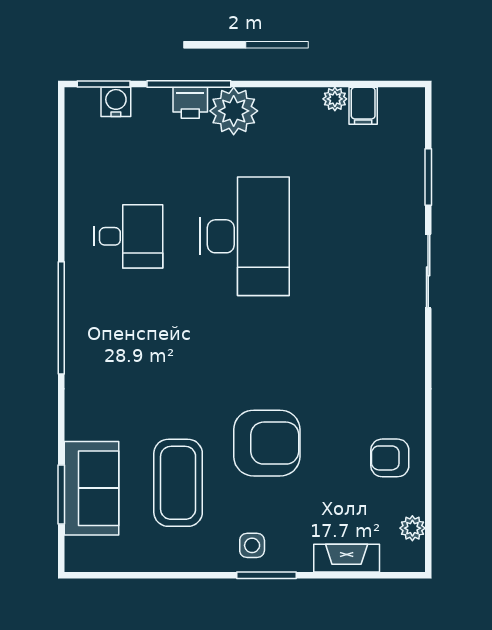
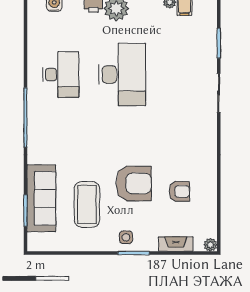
desk: (128, 236) -> (61, 75), width x1.37
armchair: (390, 458) -> (179, 191), moved, turned 180
sofa: (92, 488) -> (41, 198), width x1.36
plant: (412, 528) -> (210, 245), moved

